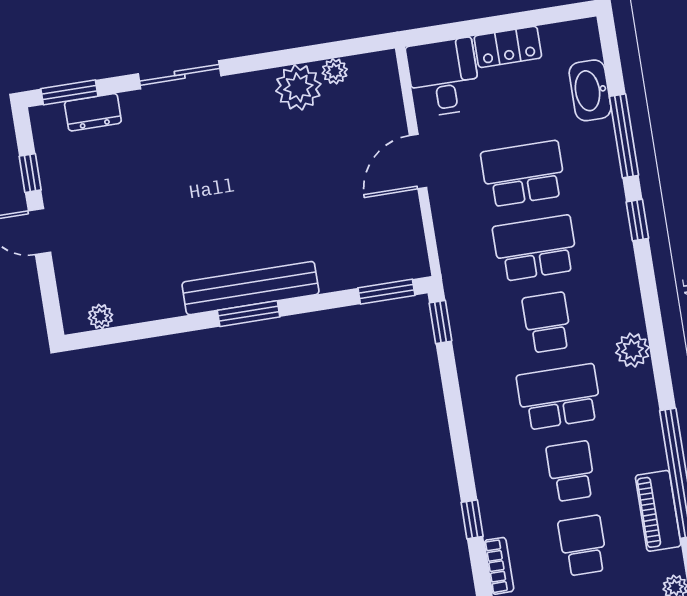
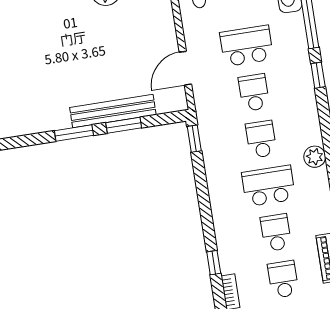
door: (418, 162) -> (185, 68), moved
school desk: (535, 248) -> (254, 93), width x0.54
bench: (250, 288) -> (113, 111), moved
window: (386, 292) -> (124, 125), moved

